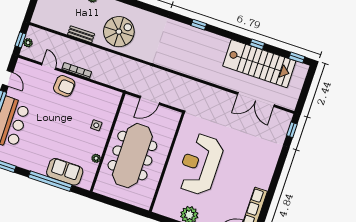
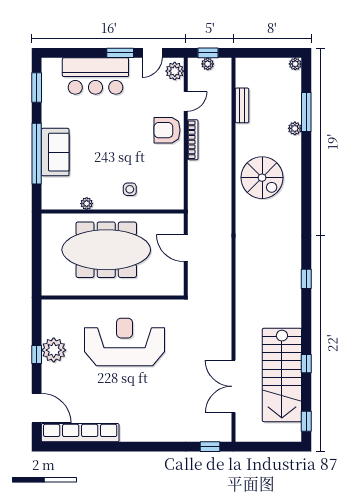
bench: (81, 34) -> (242, 105), moved
plant: (25, 67) -> (175, 71), added
armchair: (64, 86) -> (167, 130), turned 86
sofa: (65, 172) -> (55, 152), moved

